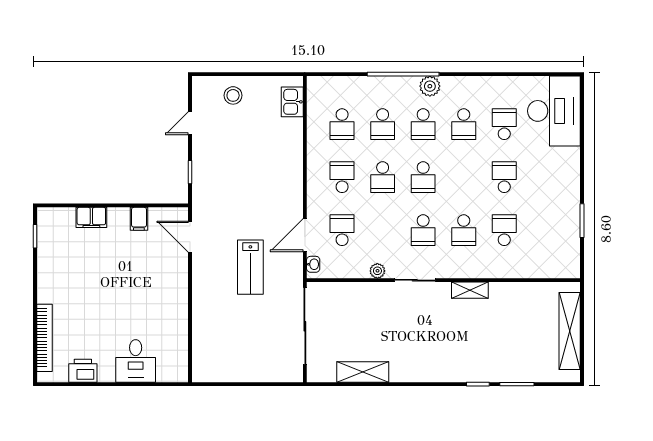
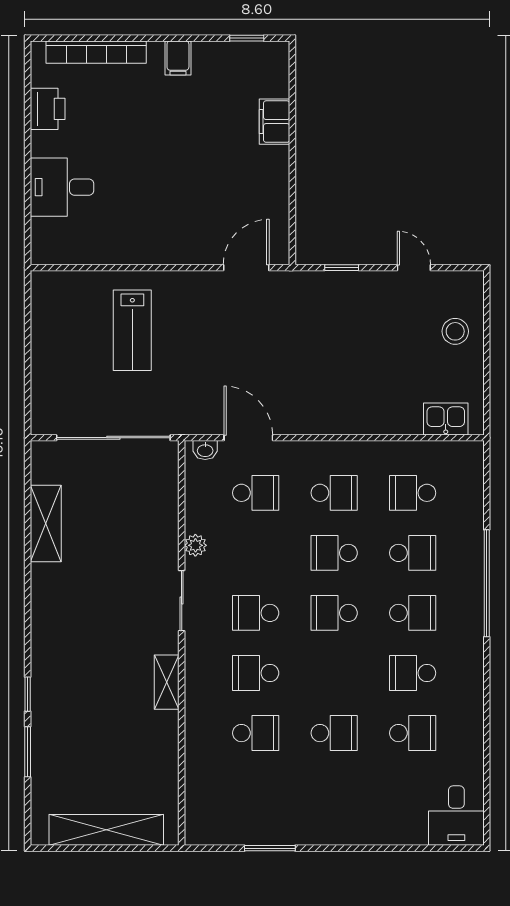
plant: (430, 86) -> (469, 623), removed
desk: (554, 111) -> (456, 816), width x0.53, depth x0.77
school desk: (383, 124) -> (413, 553), turned 180
school desk: (423, 124) -> (413, 613), turned 180
filing cabinet: (139, 219) -> (178, 58), moved, turned -90
lab bench: (250, 267) -> (132, 330), moved, turned -90

